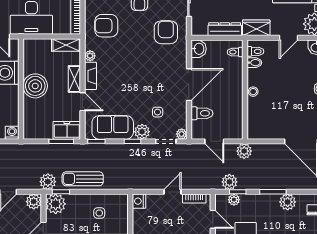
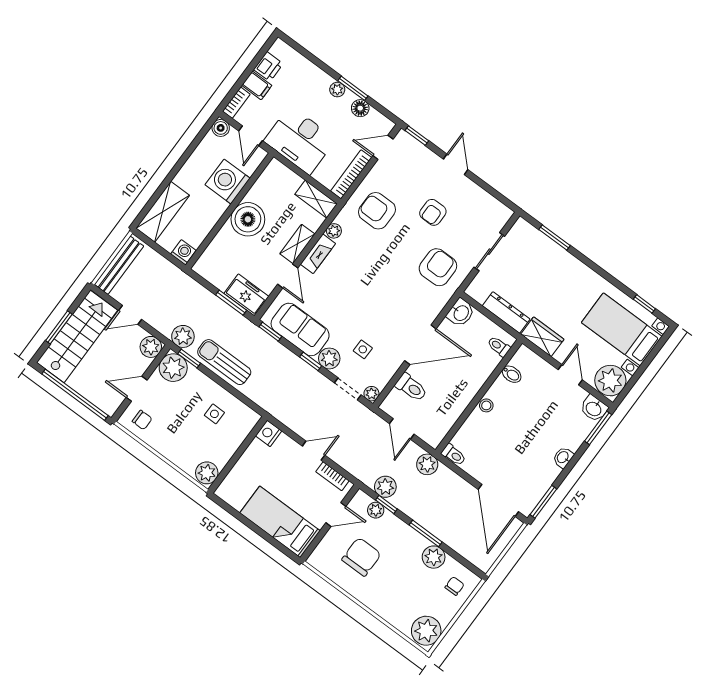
door: (289, 38) -> (570, 375), swing flipped
toilet: (255, 51) -> (454, 455), moved
door: (213, 219) -> (336, 515), hinge flipped

